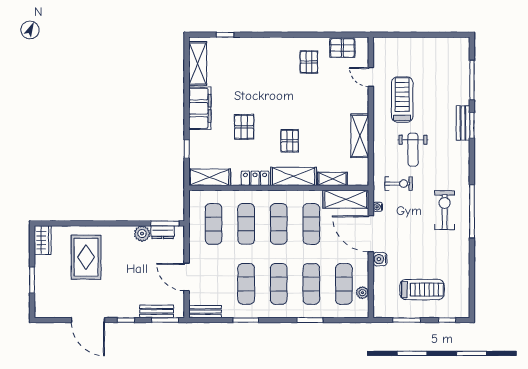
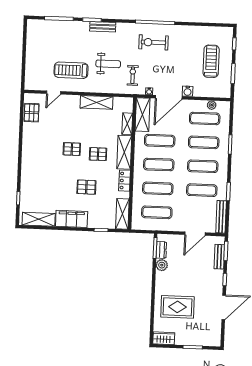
pallet: (309, 62) -> (72, 149), moved
bench: (463, 123) -> (103, 27), moved
bench: (205, 312) -> (221, 217), width x1.36

